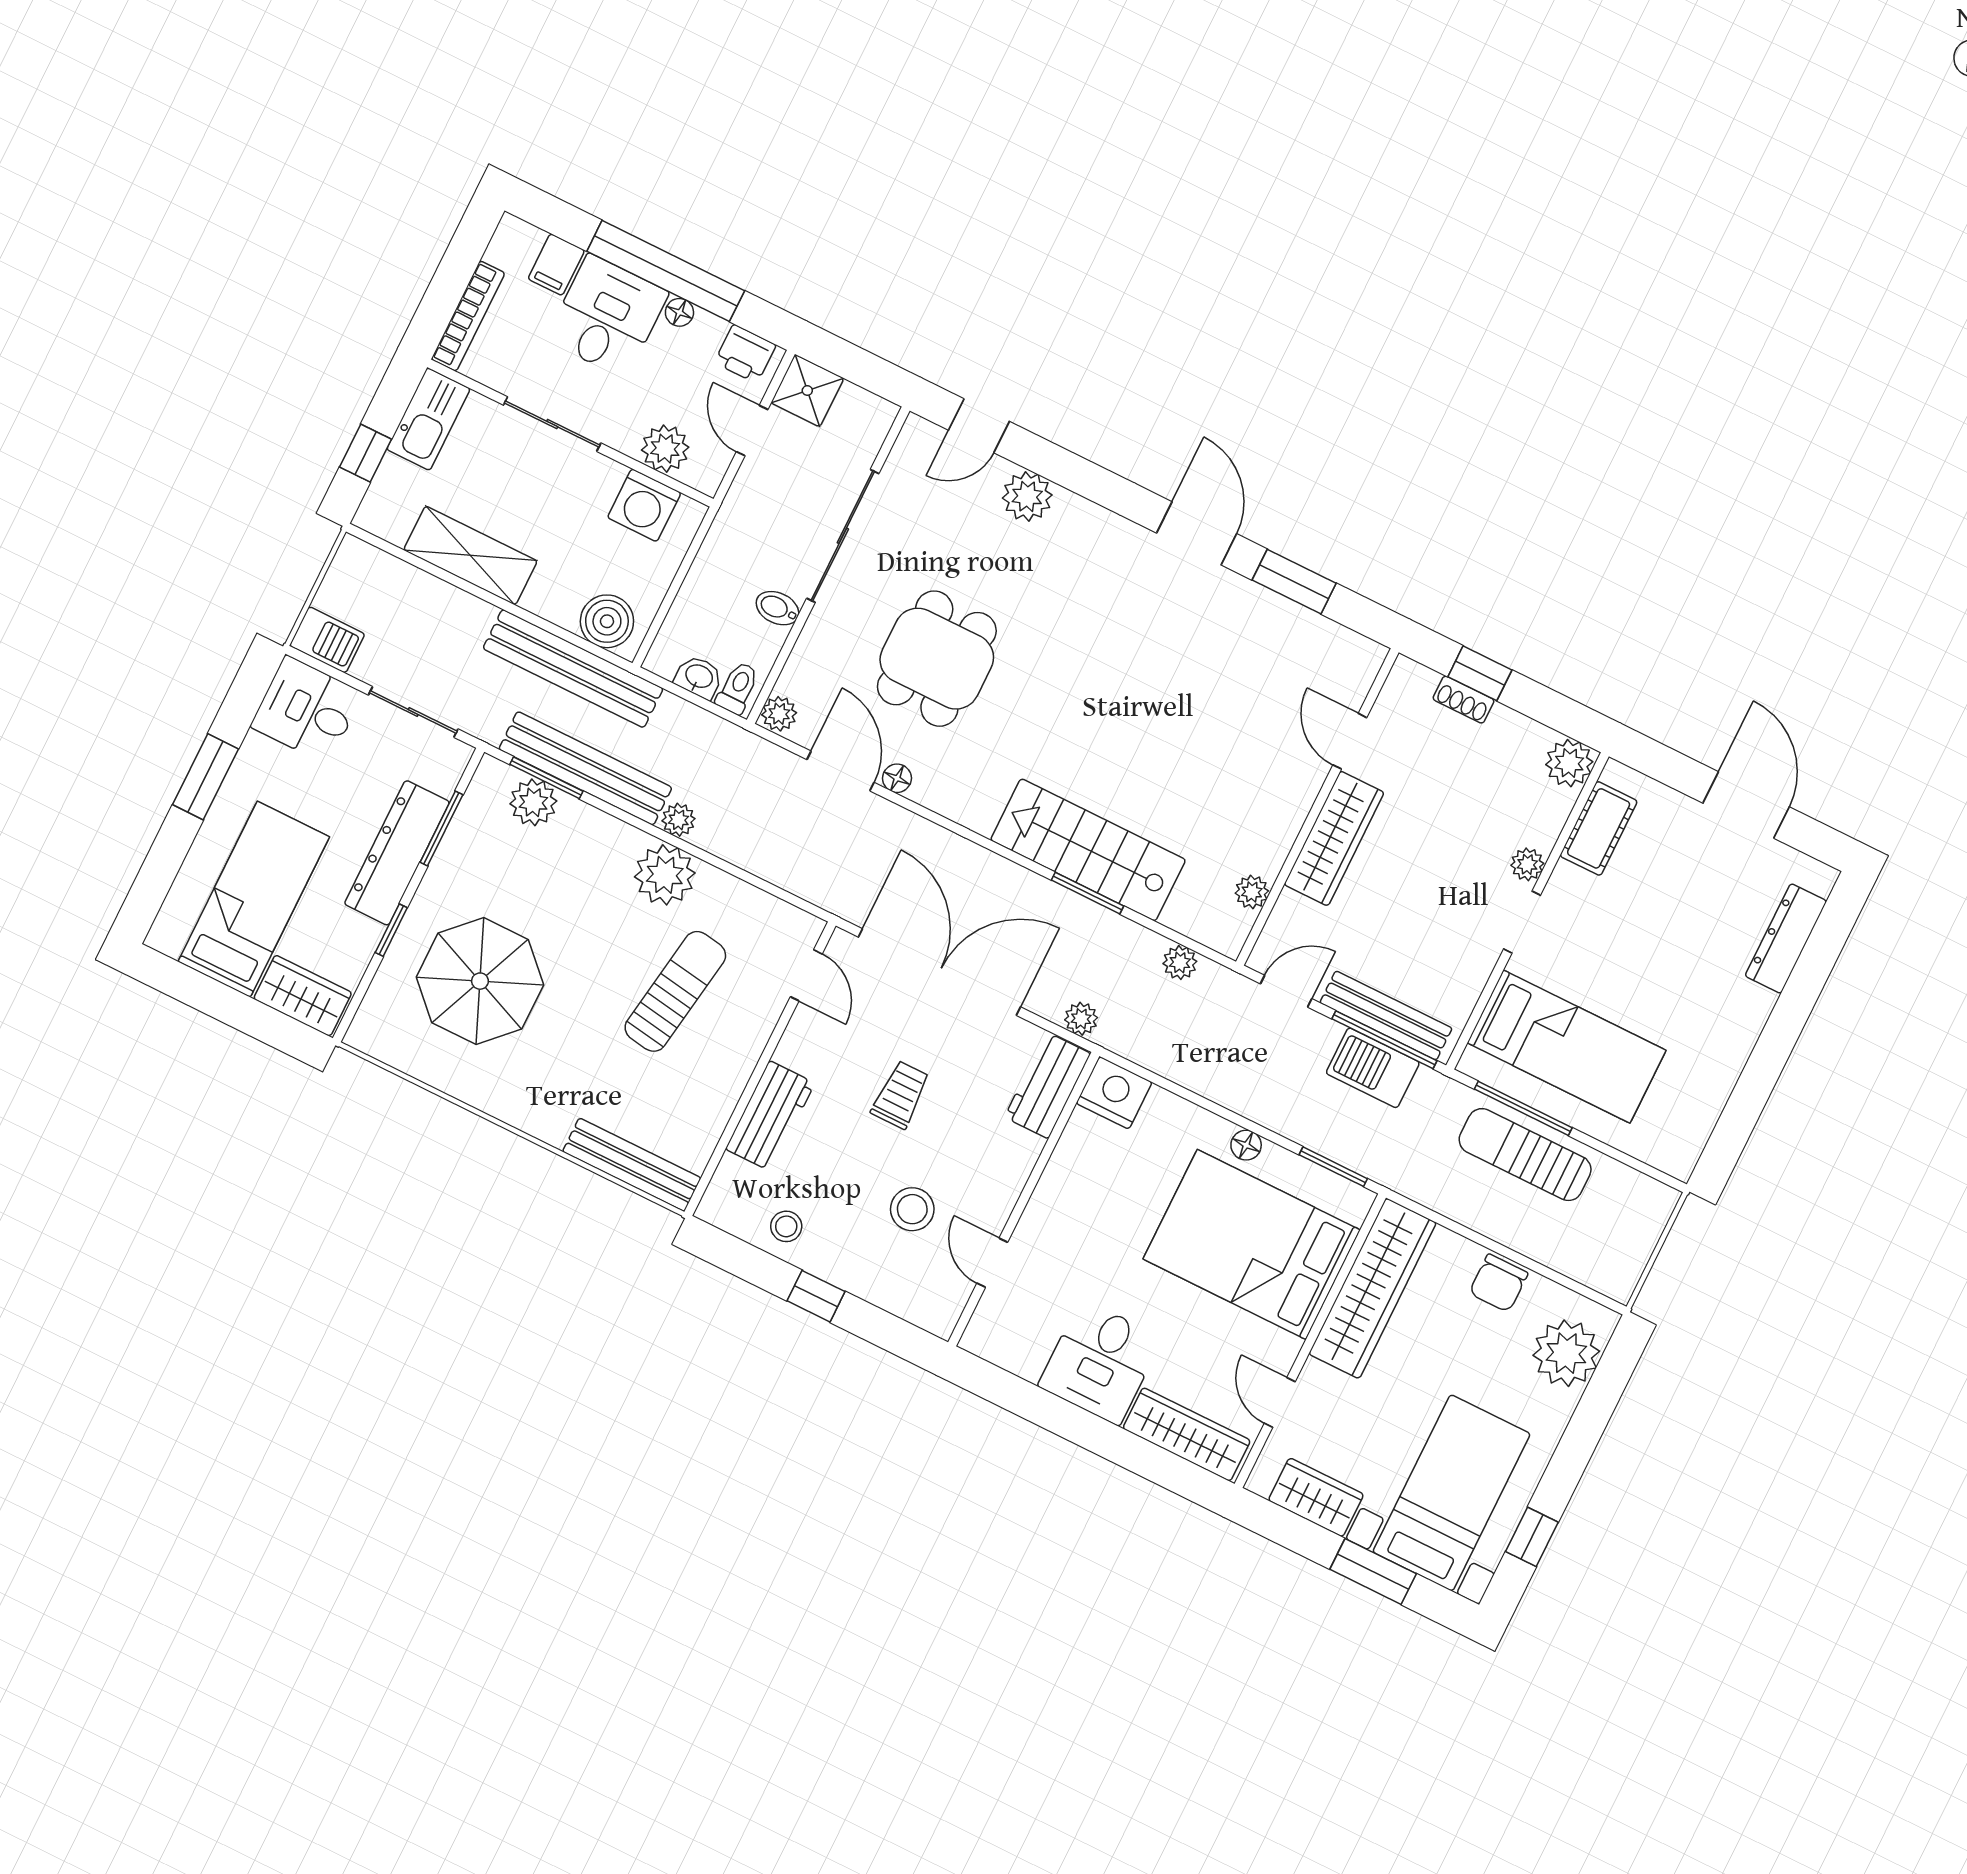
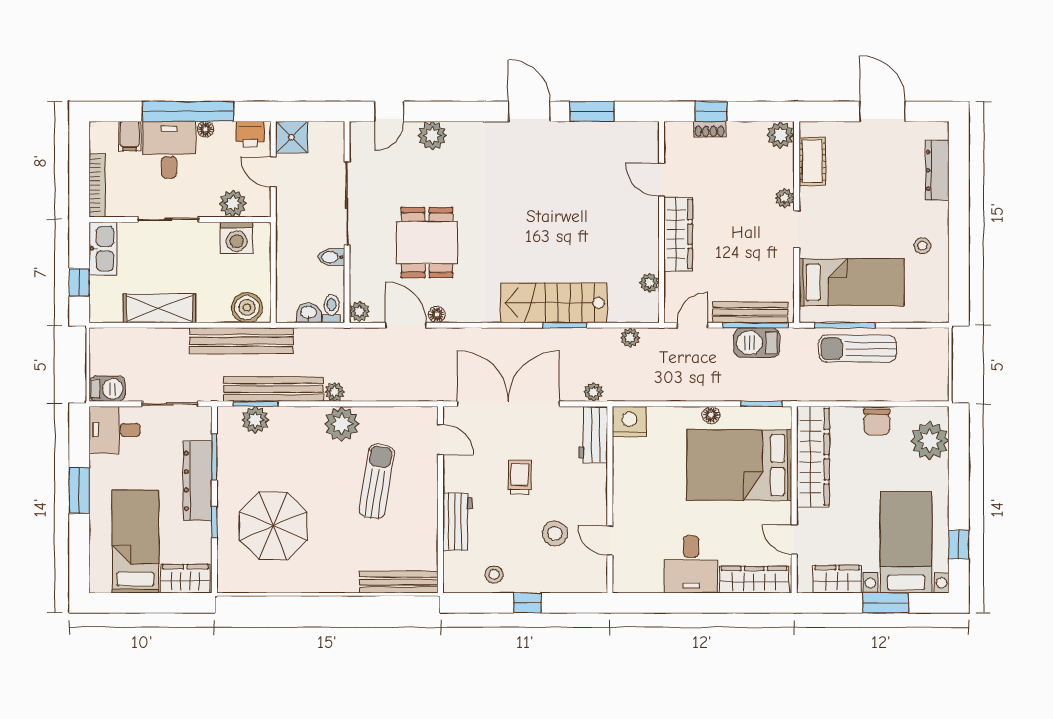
stool: (1705, 1044) -> (922, 246), added

